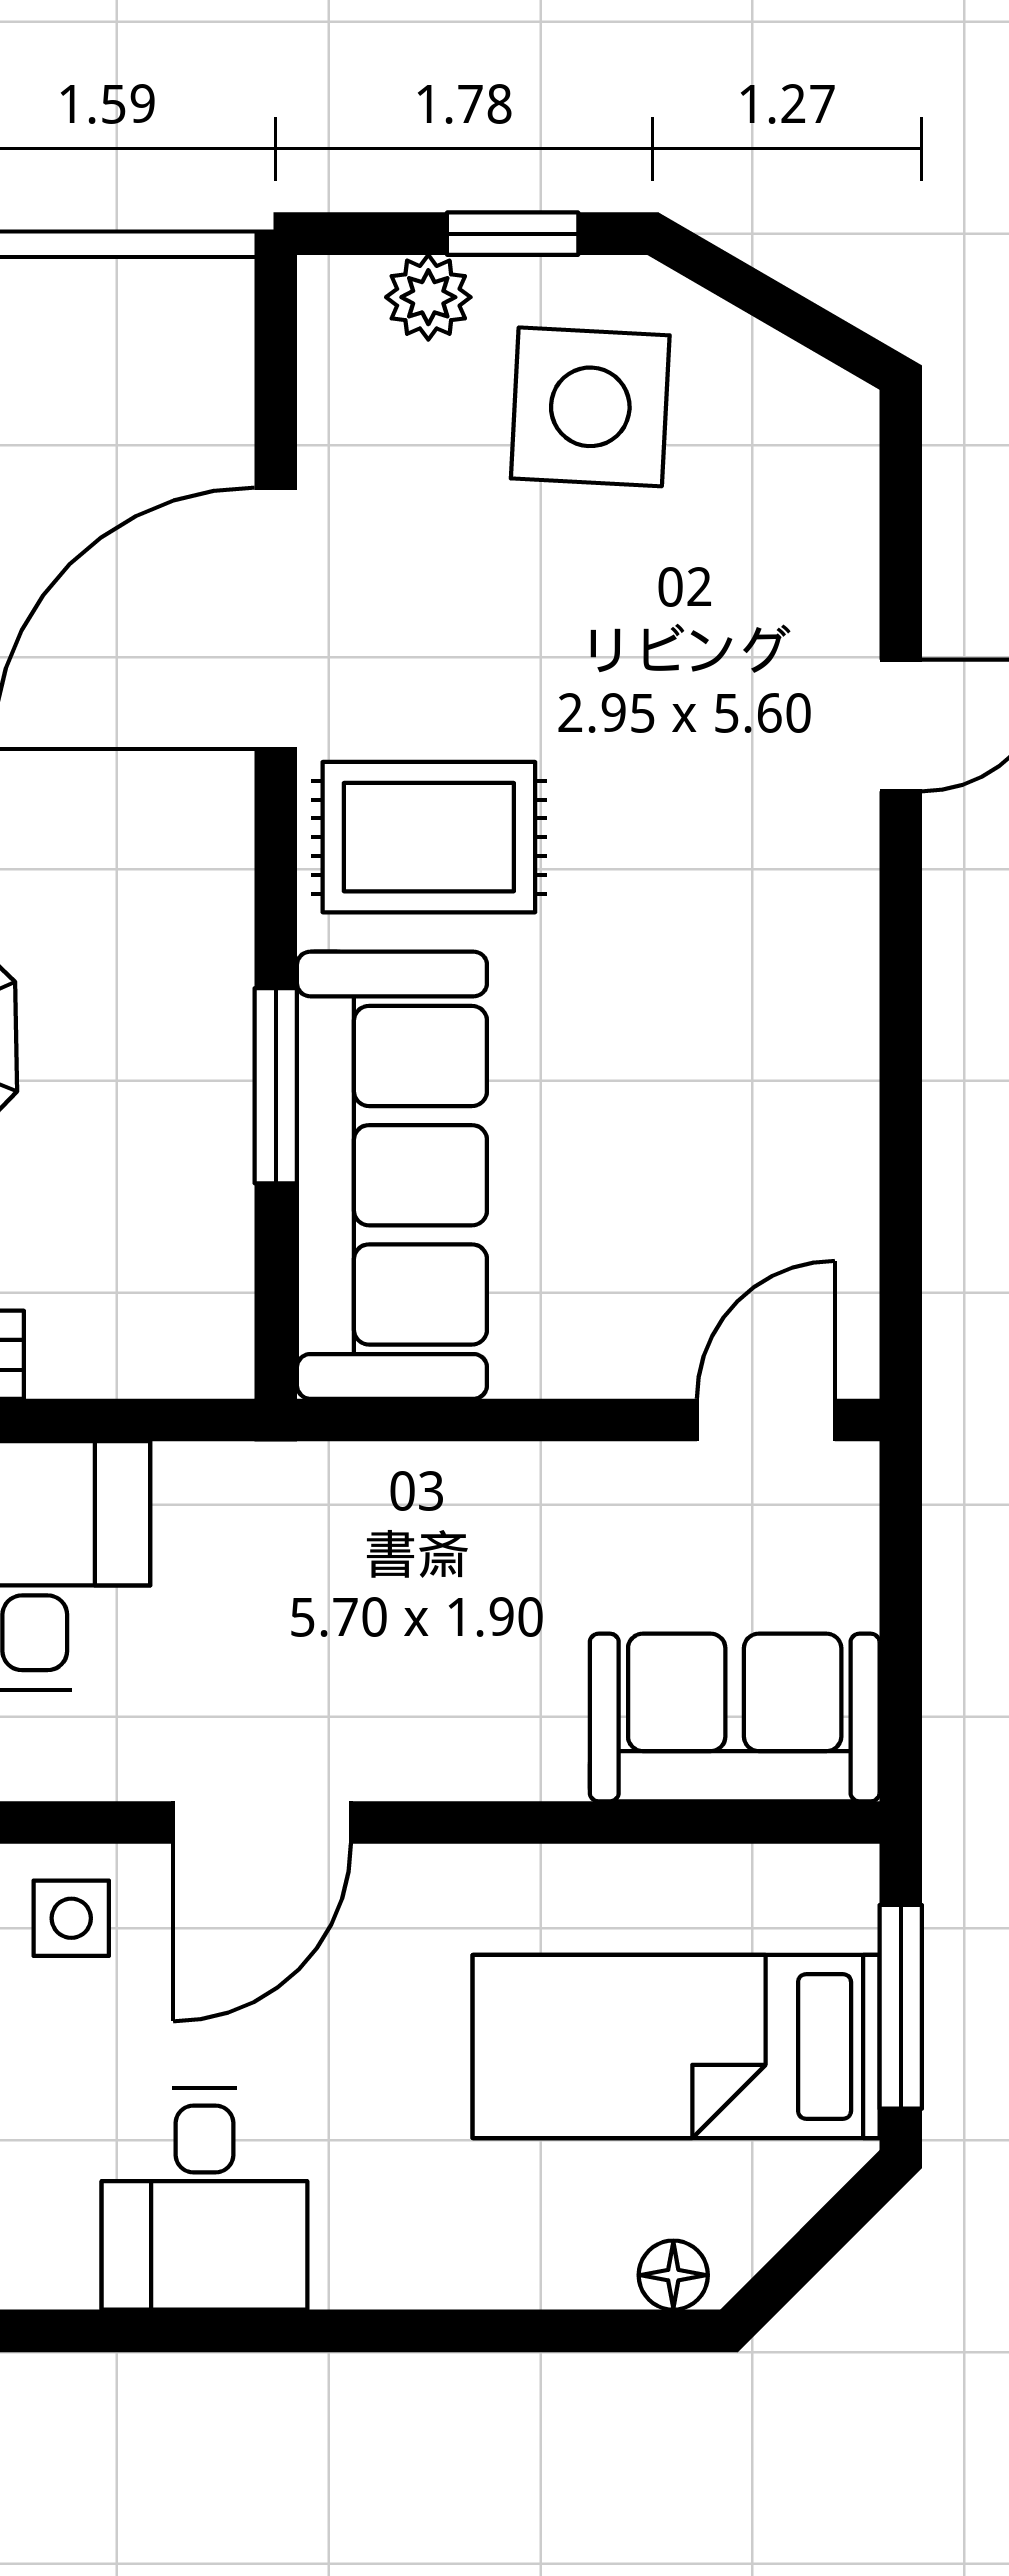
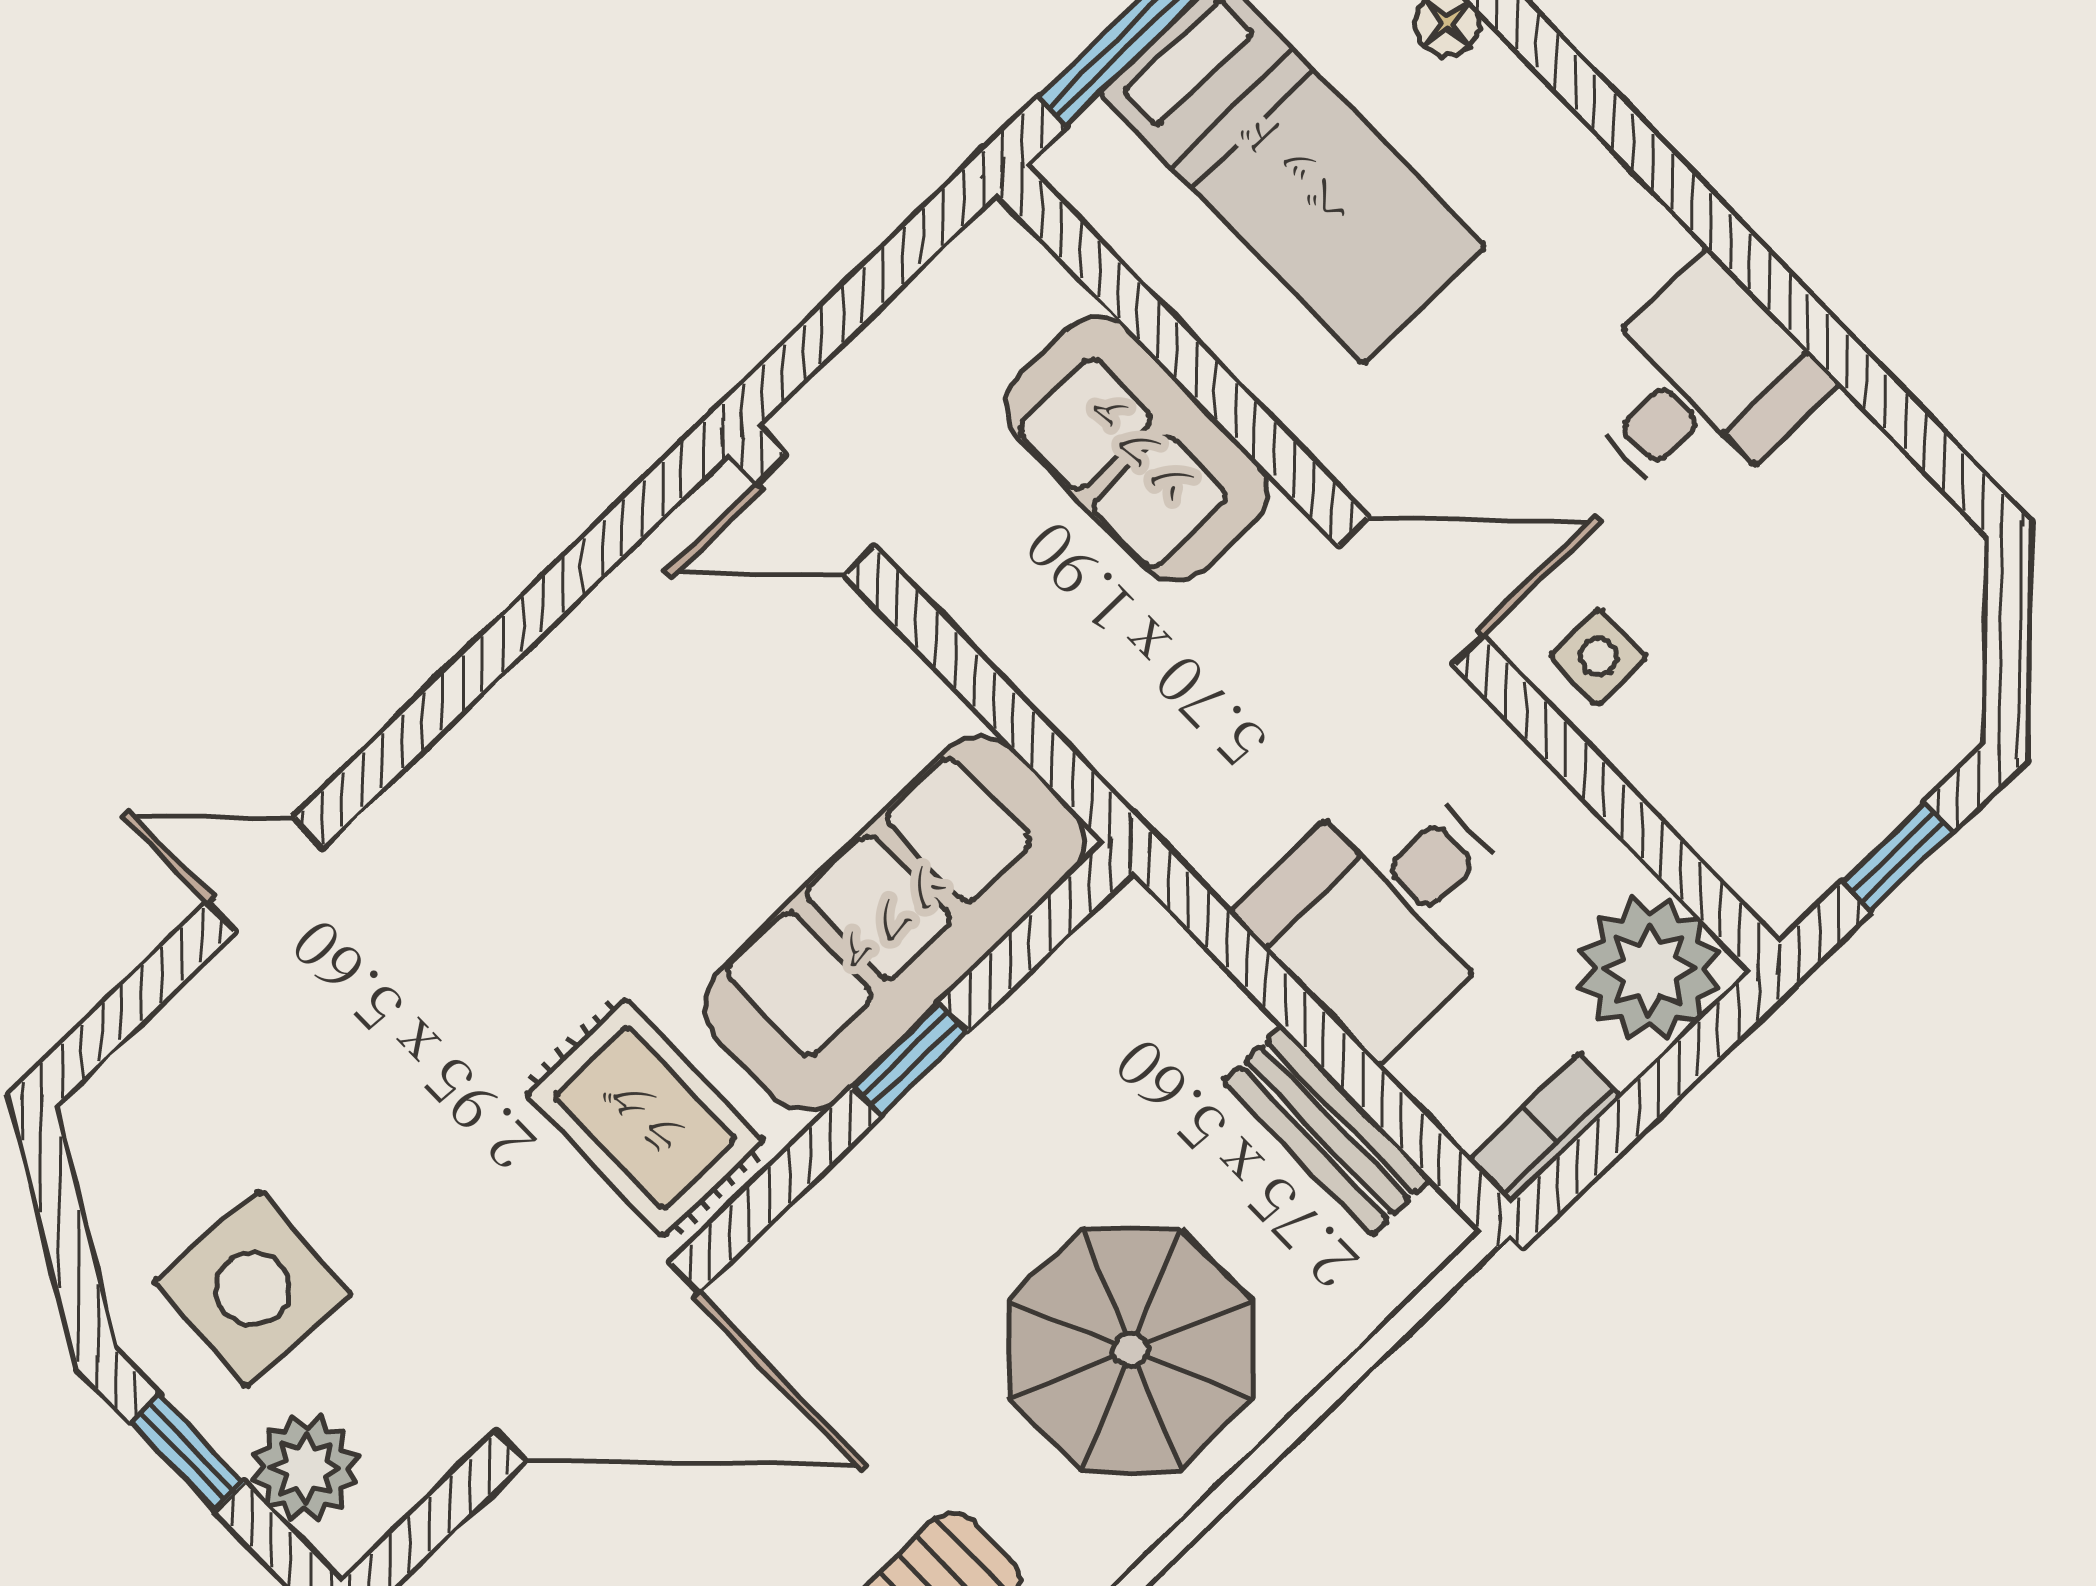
plant: (428, 297) -> (305, 1468), width x1.38, depth x1.38
window: (276, 1086) -> (910, 1059), width x0.67
sofa: (735, 1717) -> (1137, 449), moved

